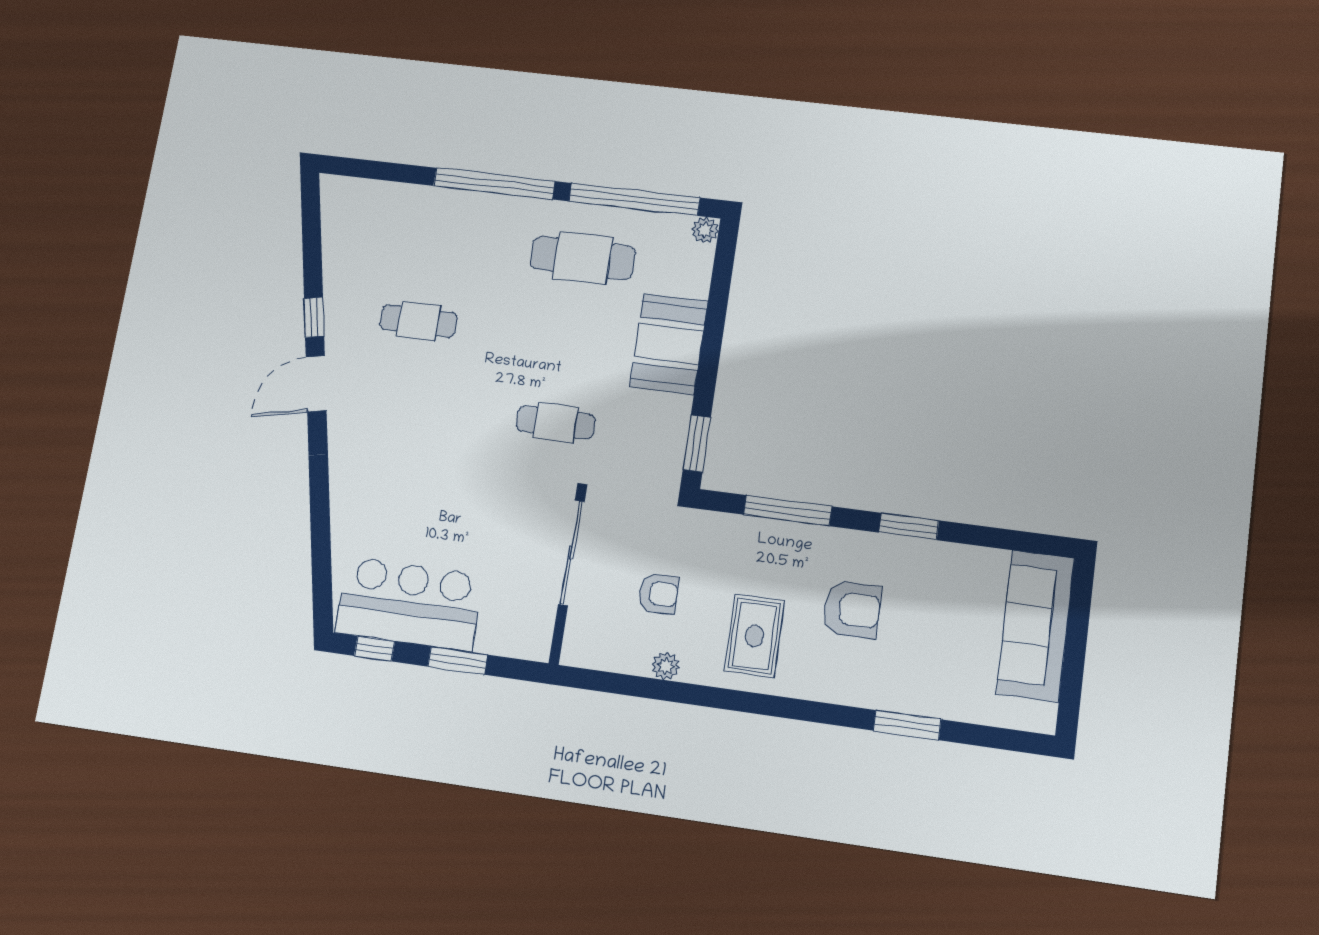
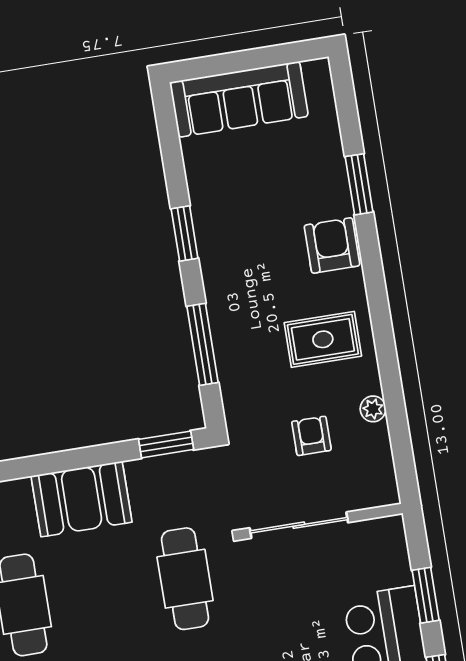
cafe table: (556, 423) -> (185, 579), width x1.37, depth x1.35
armchair: (852, 609) -> (332, 245), moved

